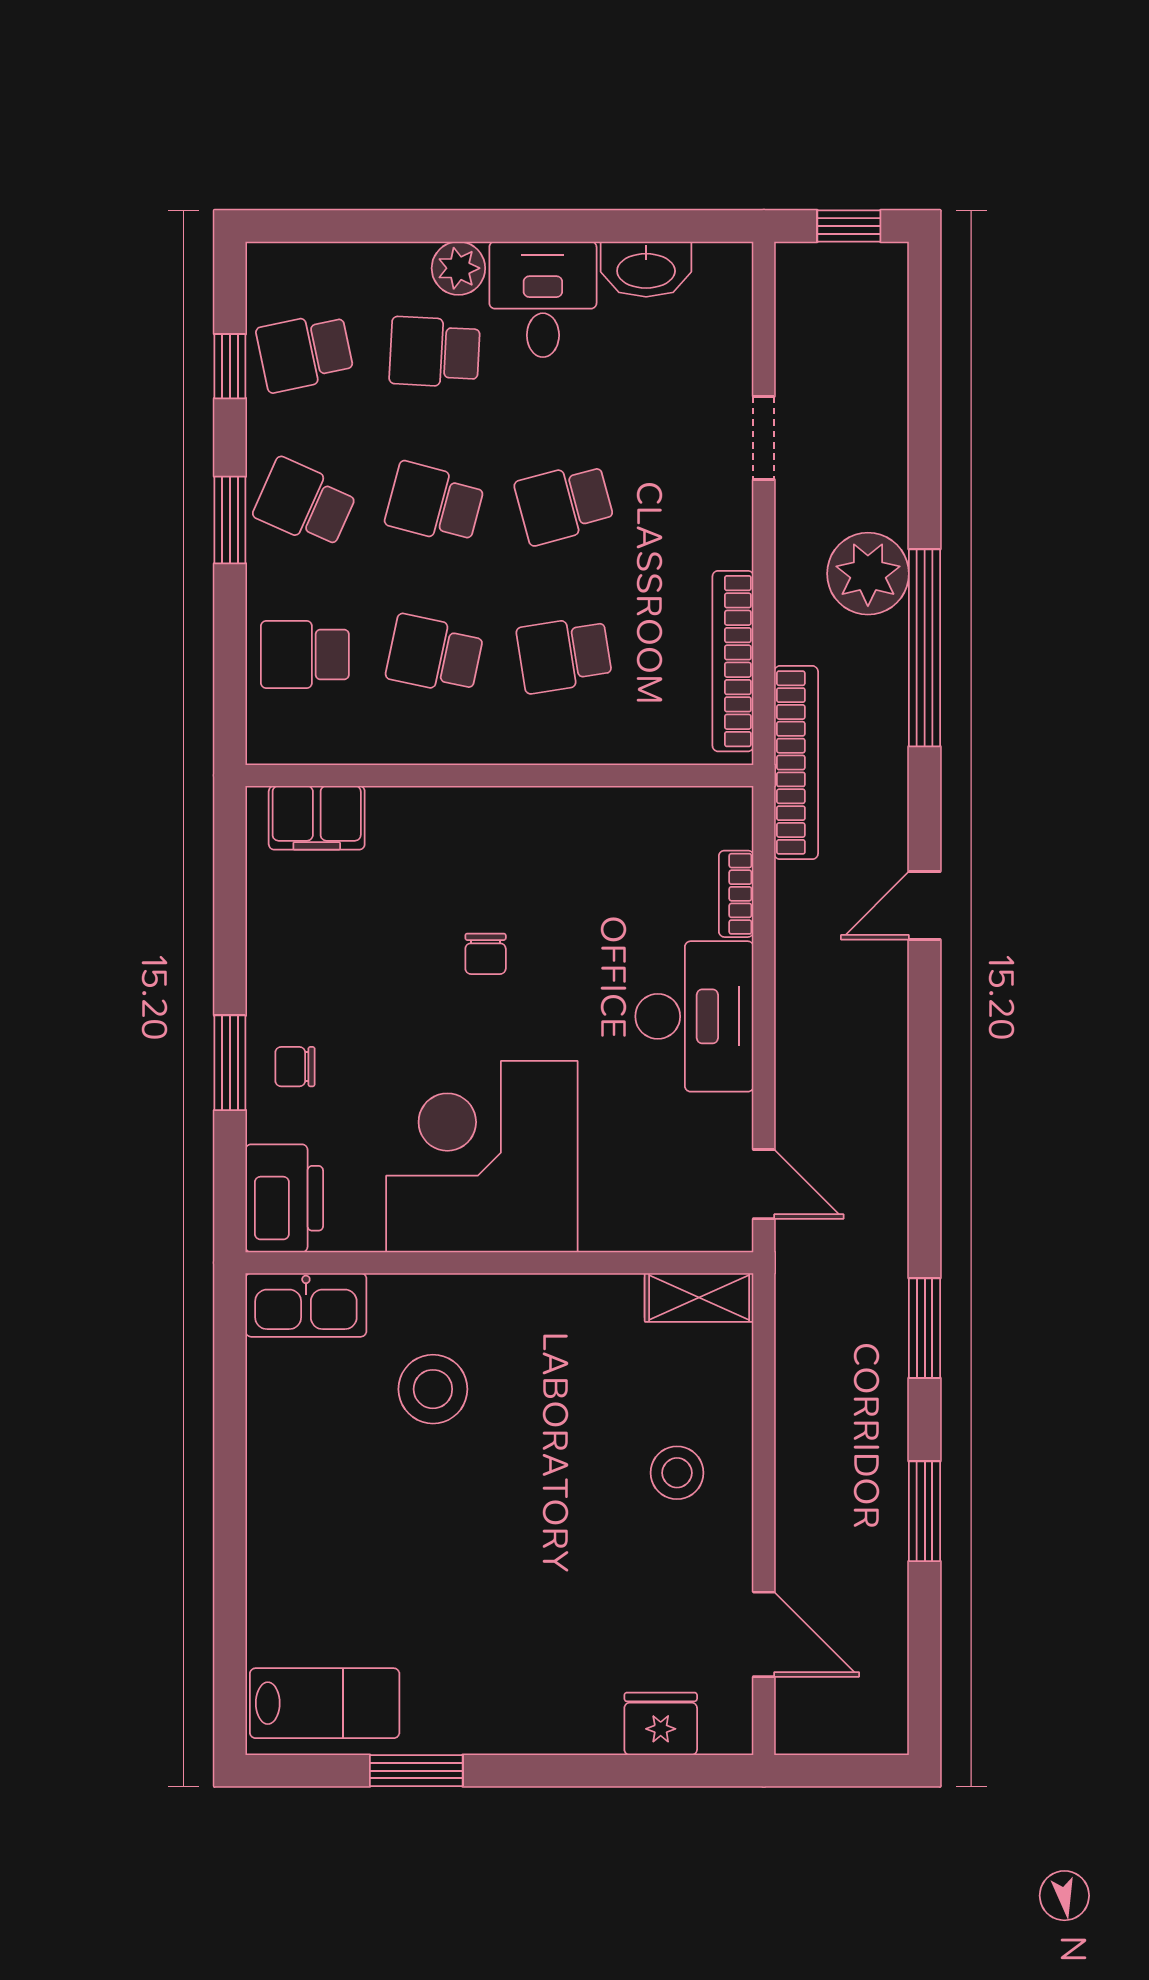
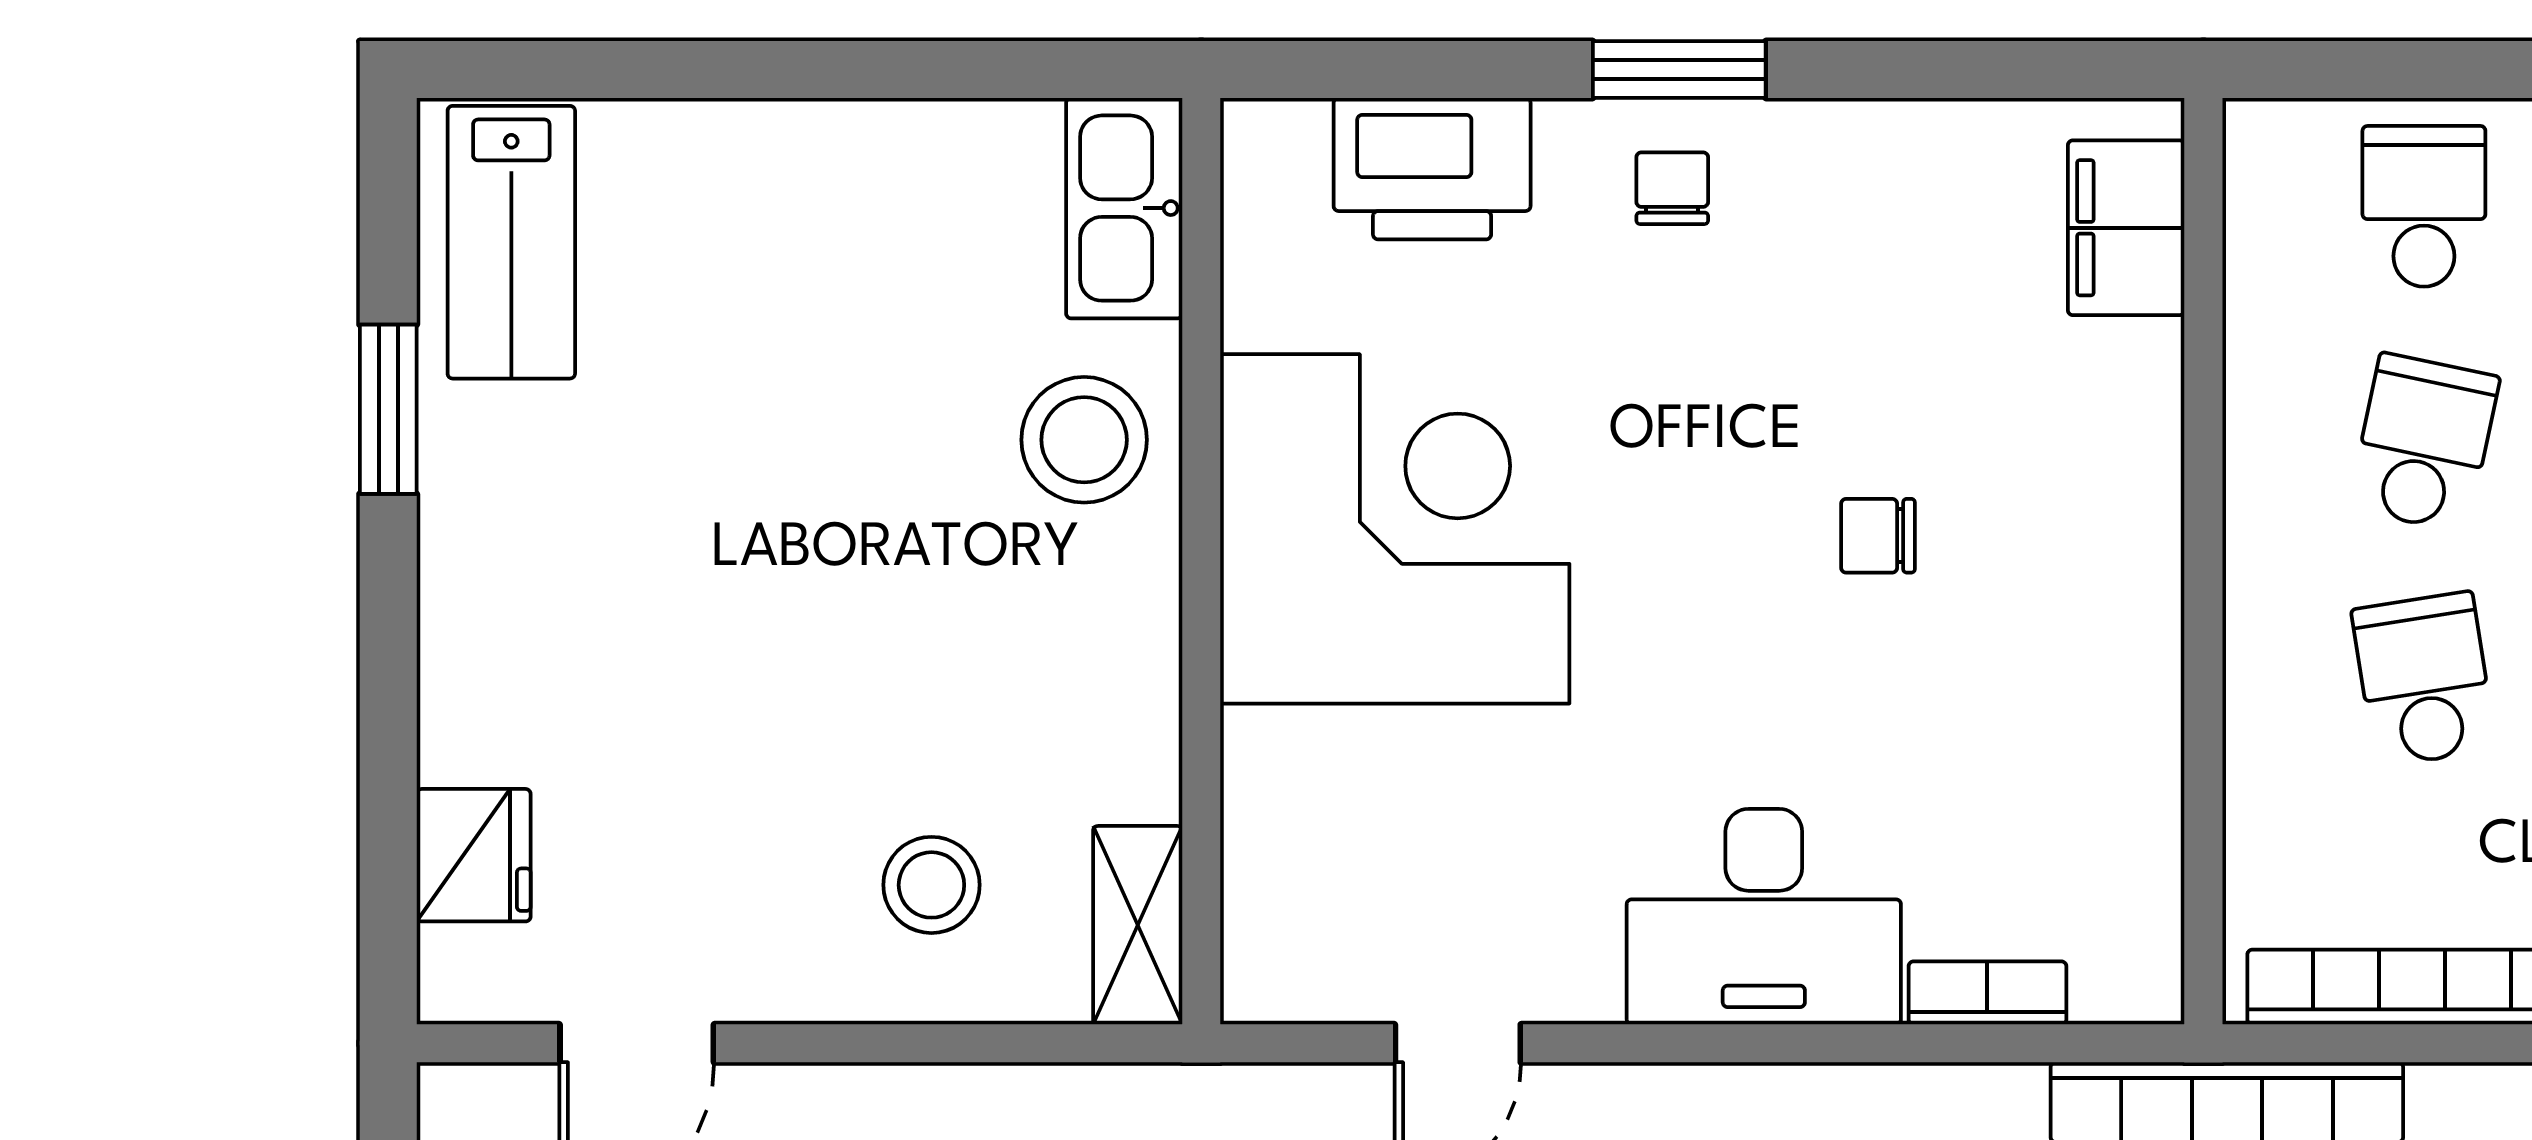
corner desk: (482, 1157) -> (1395, 529), moved
wall: (499, 1263) -> (1201, 561), moved
shelving: (699, 1297) -> (1138, 925), moved
kitchen sink: (306, 1305) -> (1124, 208), moved

